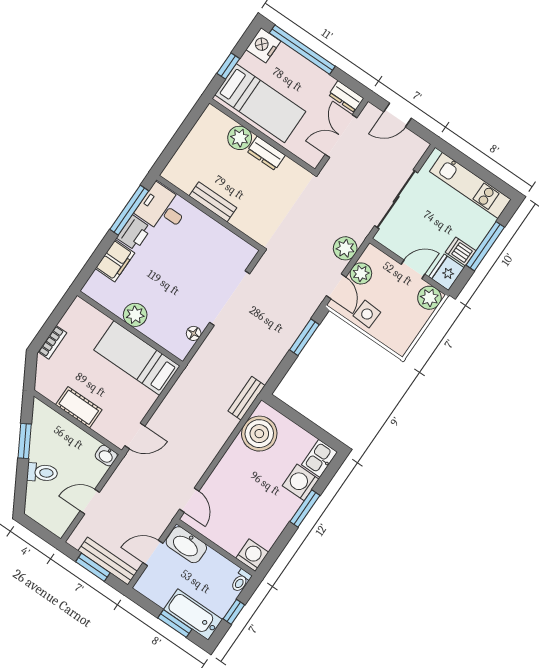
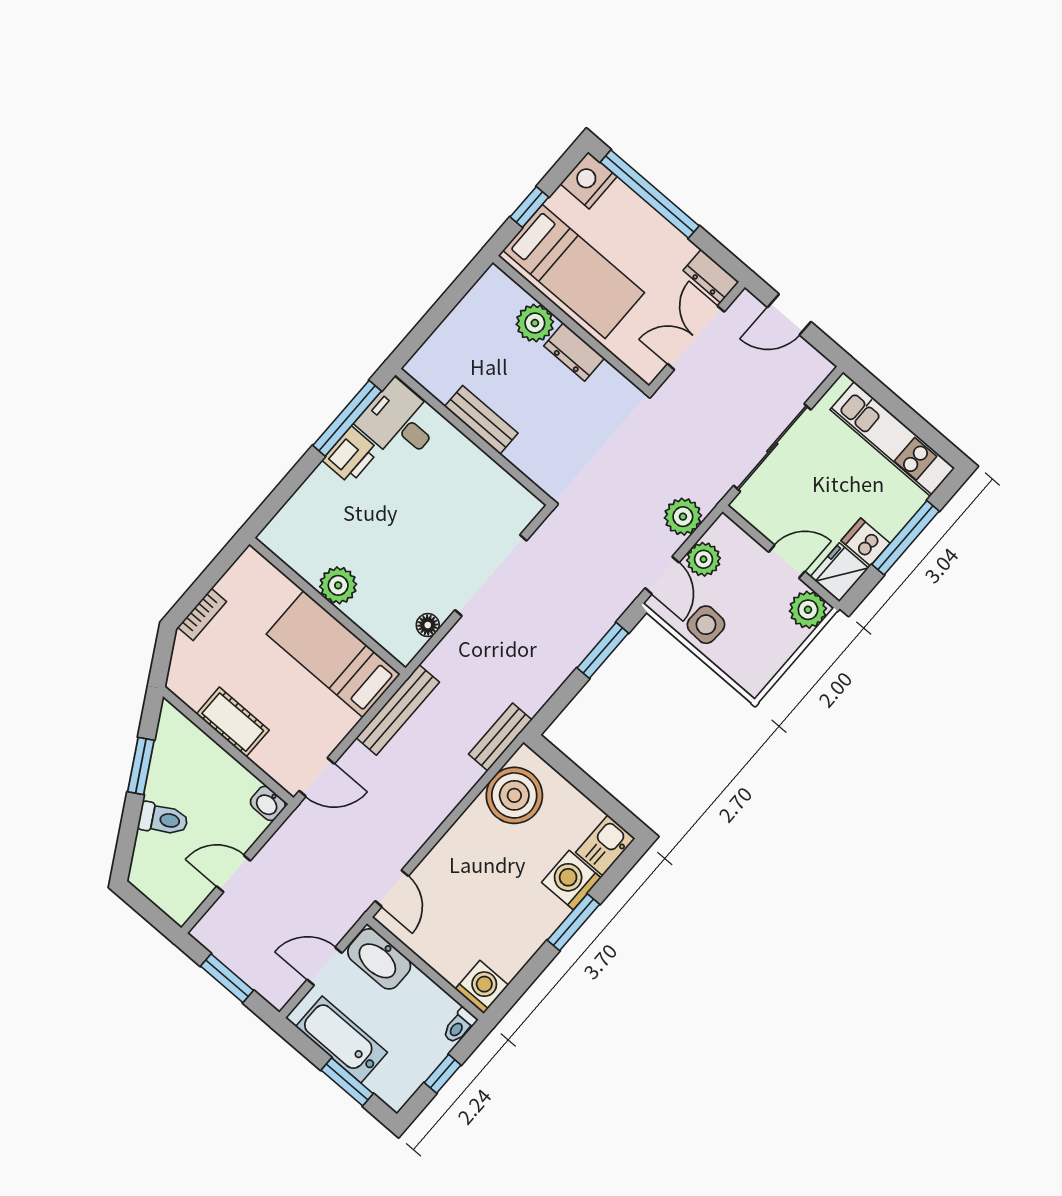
filing cabinet: (115, 261) -> (316, 496), removed
bench: (108, 561) -> (398, 710), moved, turned 90
bathtub: (193, 614) -> (342, 1039), moved

